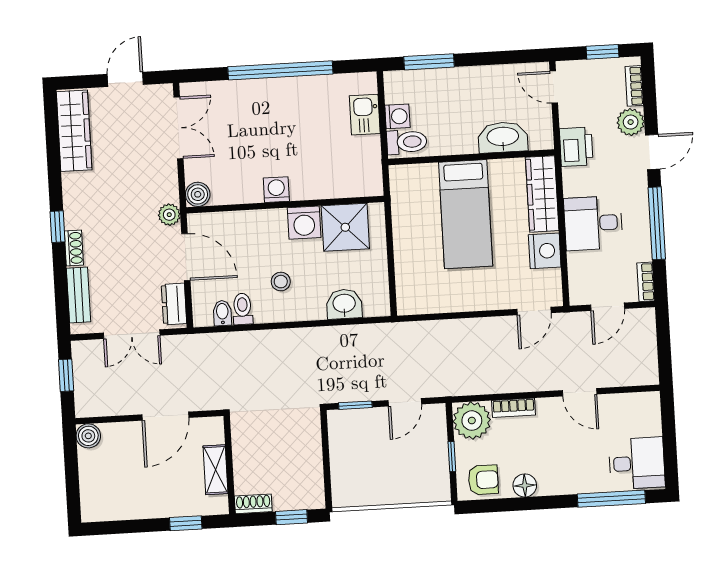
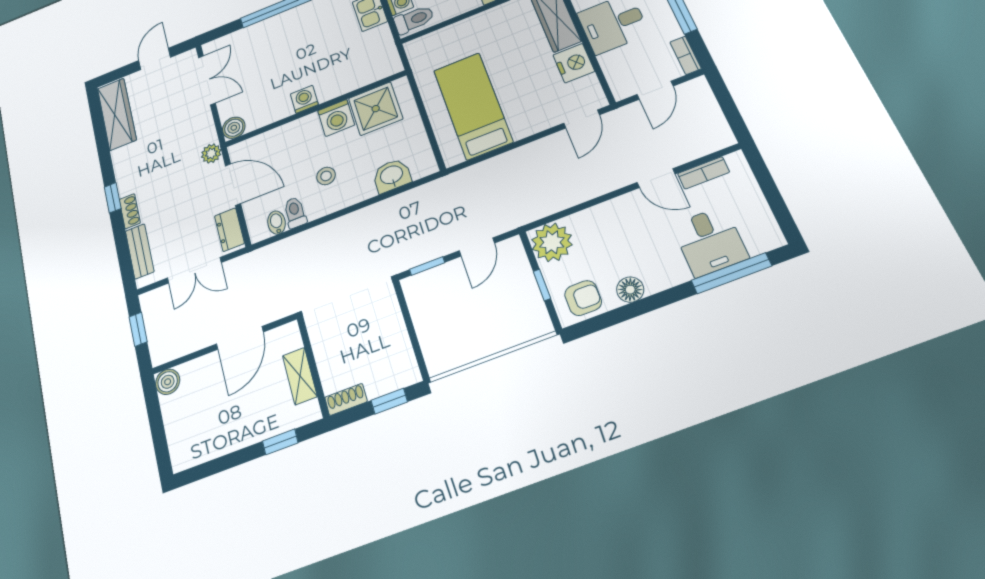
bed: (466, 214) -> (473, 106), moved, turned 180
bookcase: (514, 408) -> (703, 173), moved
desk: (637, 463) -> (710, 241), moved, turned 90

